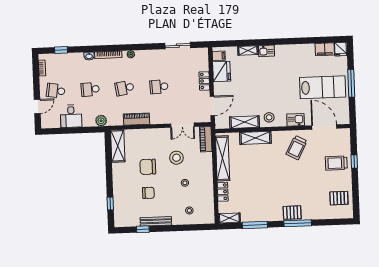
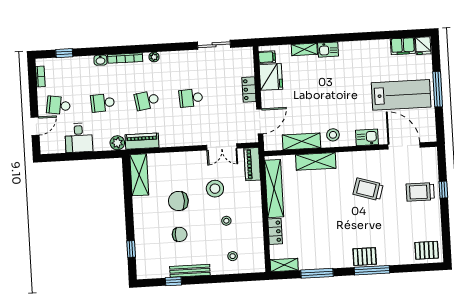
piano: (136, 119) -> (142, 141), moved
trolley: (297, 148) -> (368, 189), moved, turned 79
pallet: (339, 198) -> (427, 250), moved

